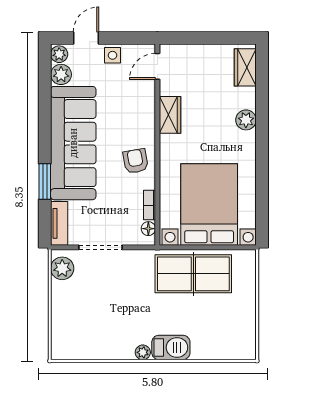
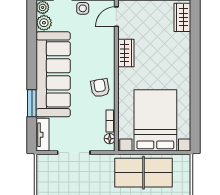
plant: (246, 120) -> (183, 57), removed
plant: (62, 268) -> (45, 169), removed

